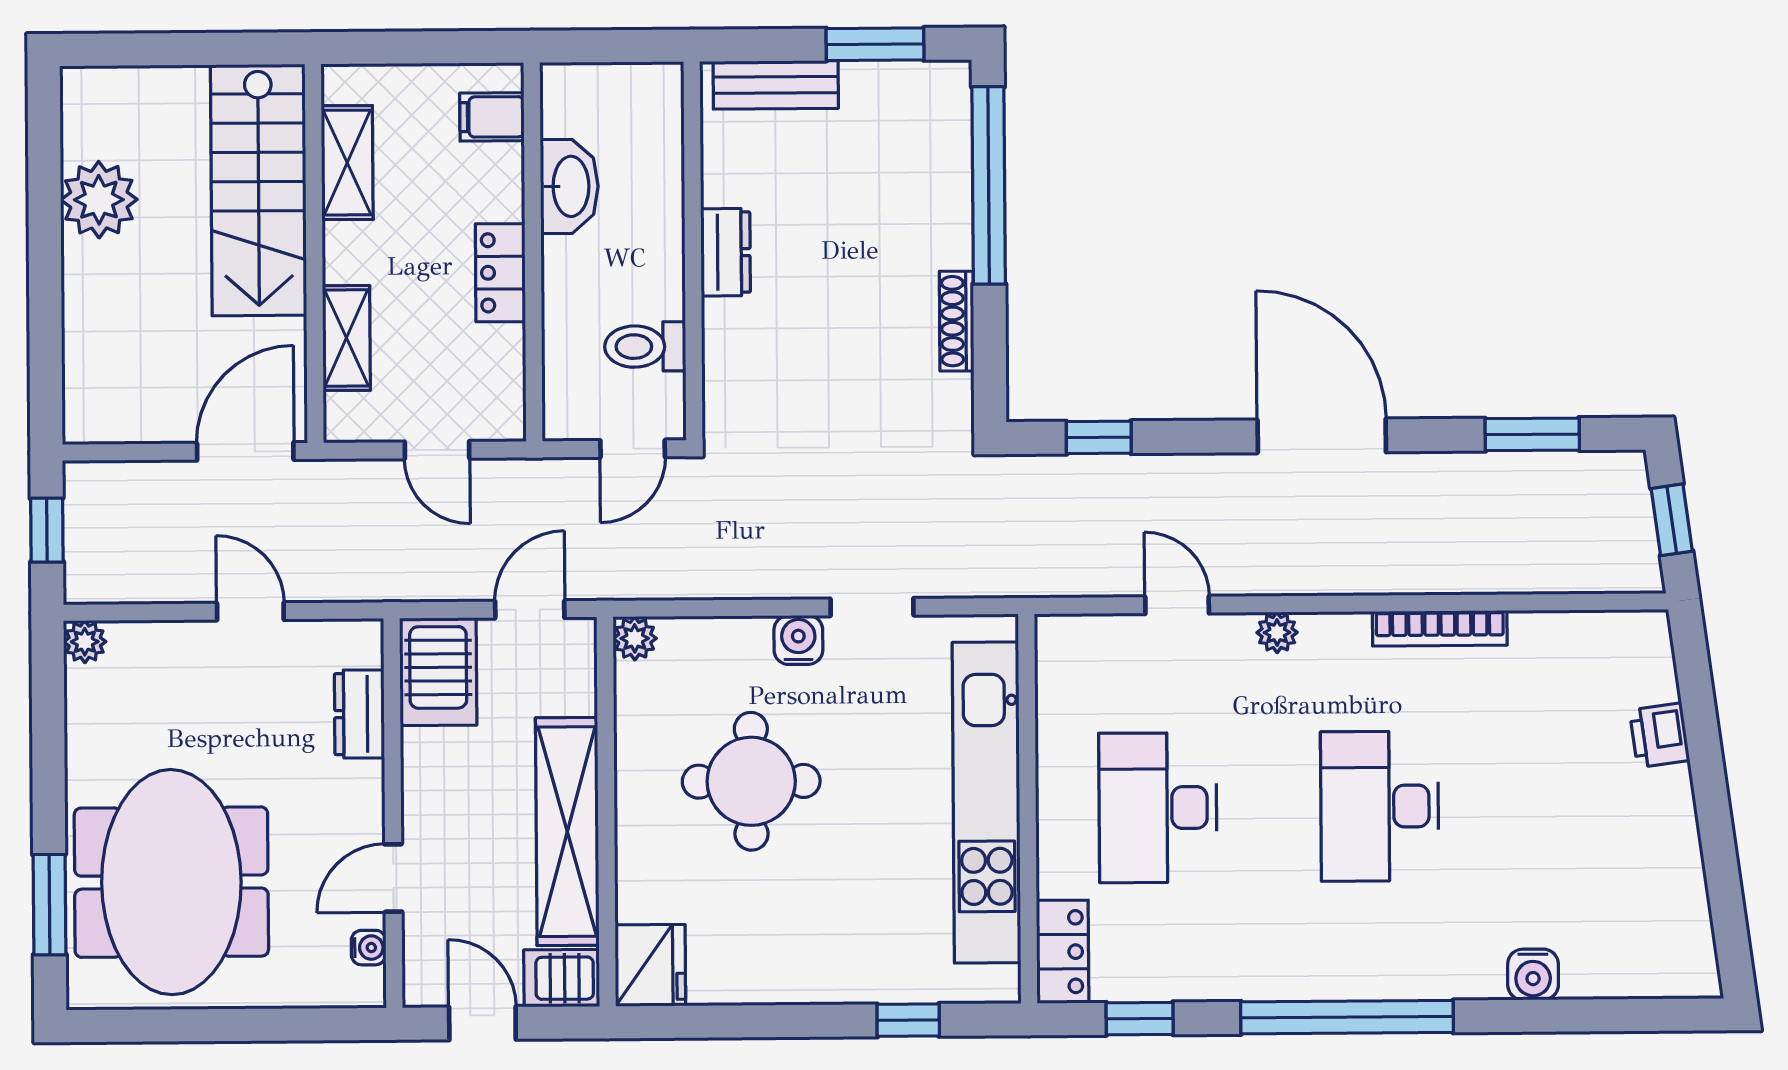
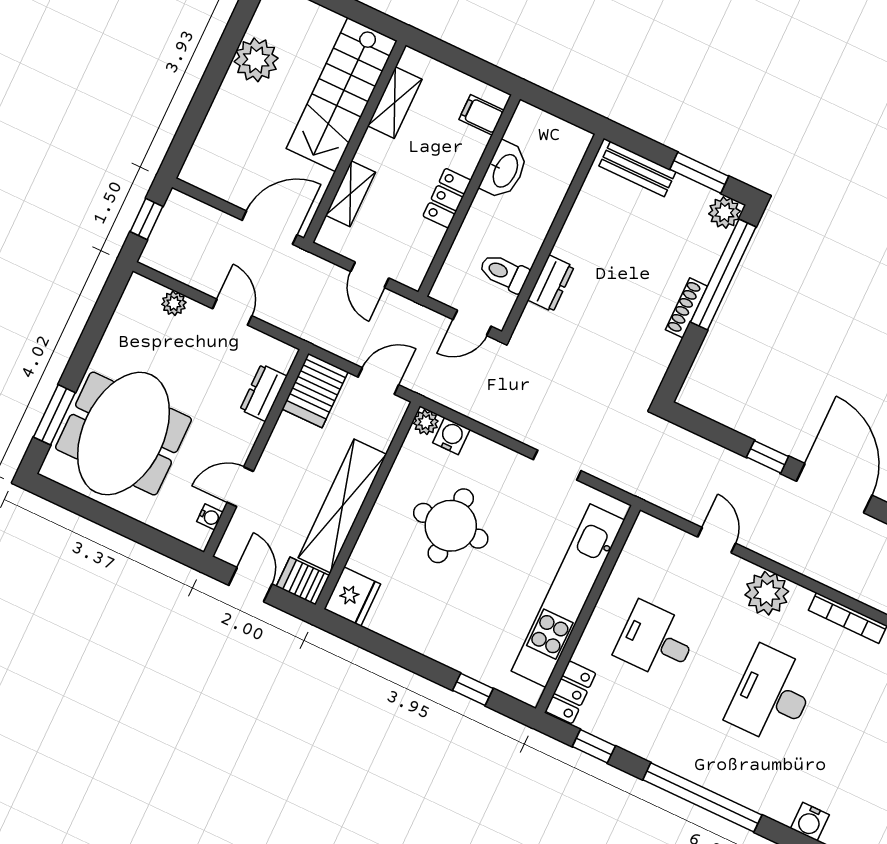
plant: (944, 87) -> (725, 212), added
dresser: (726, 252) -> (551, 283), moved
shoe rack: (957, 321) -> (686, 308), moved
window: (1099, 437) -> (768, 457), moved
plant: (1277, 632) -> (767, 593), width x1.87, depth x1.87
water cooler: (798, 640) -> (451, 436), moved
plant: (85, 642) -> (174, 303), moved
desk: (1158, 808) -> (656, 641), width x0.73

